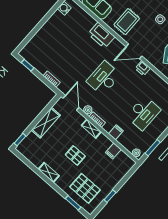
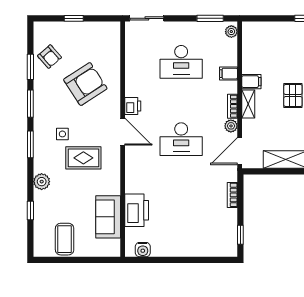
rug: (127, 22) -> (83, 158), moved
printer: (101, 35) -> (137, 210), moved
desk: (143, 113) -> (181, 62), turned 180
filing cabinet: (113, 151) -> (251, 82), moved

